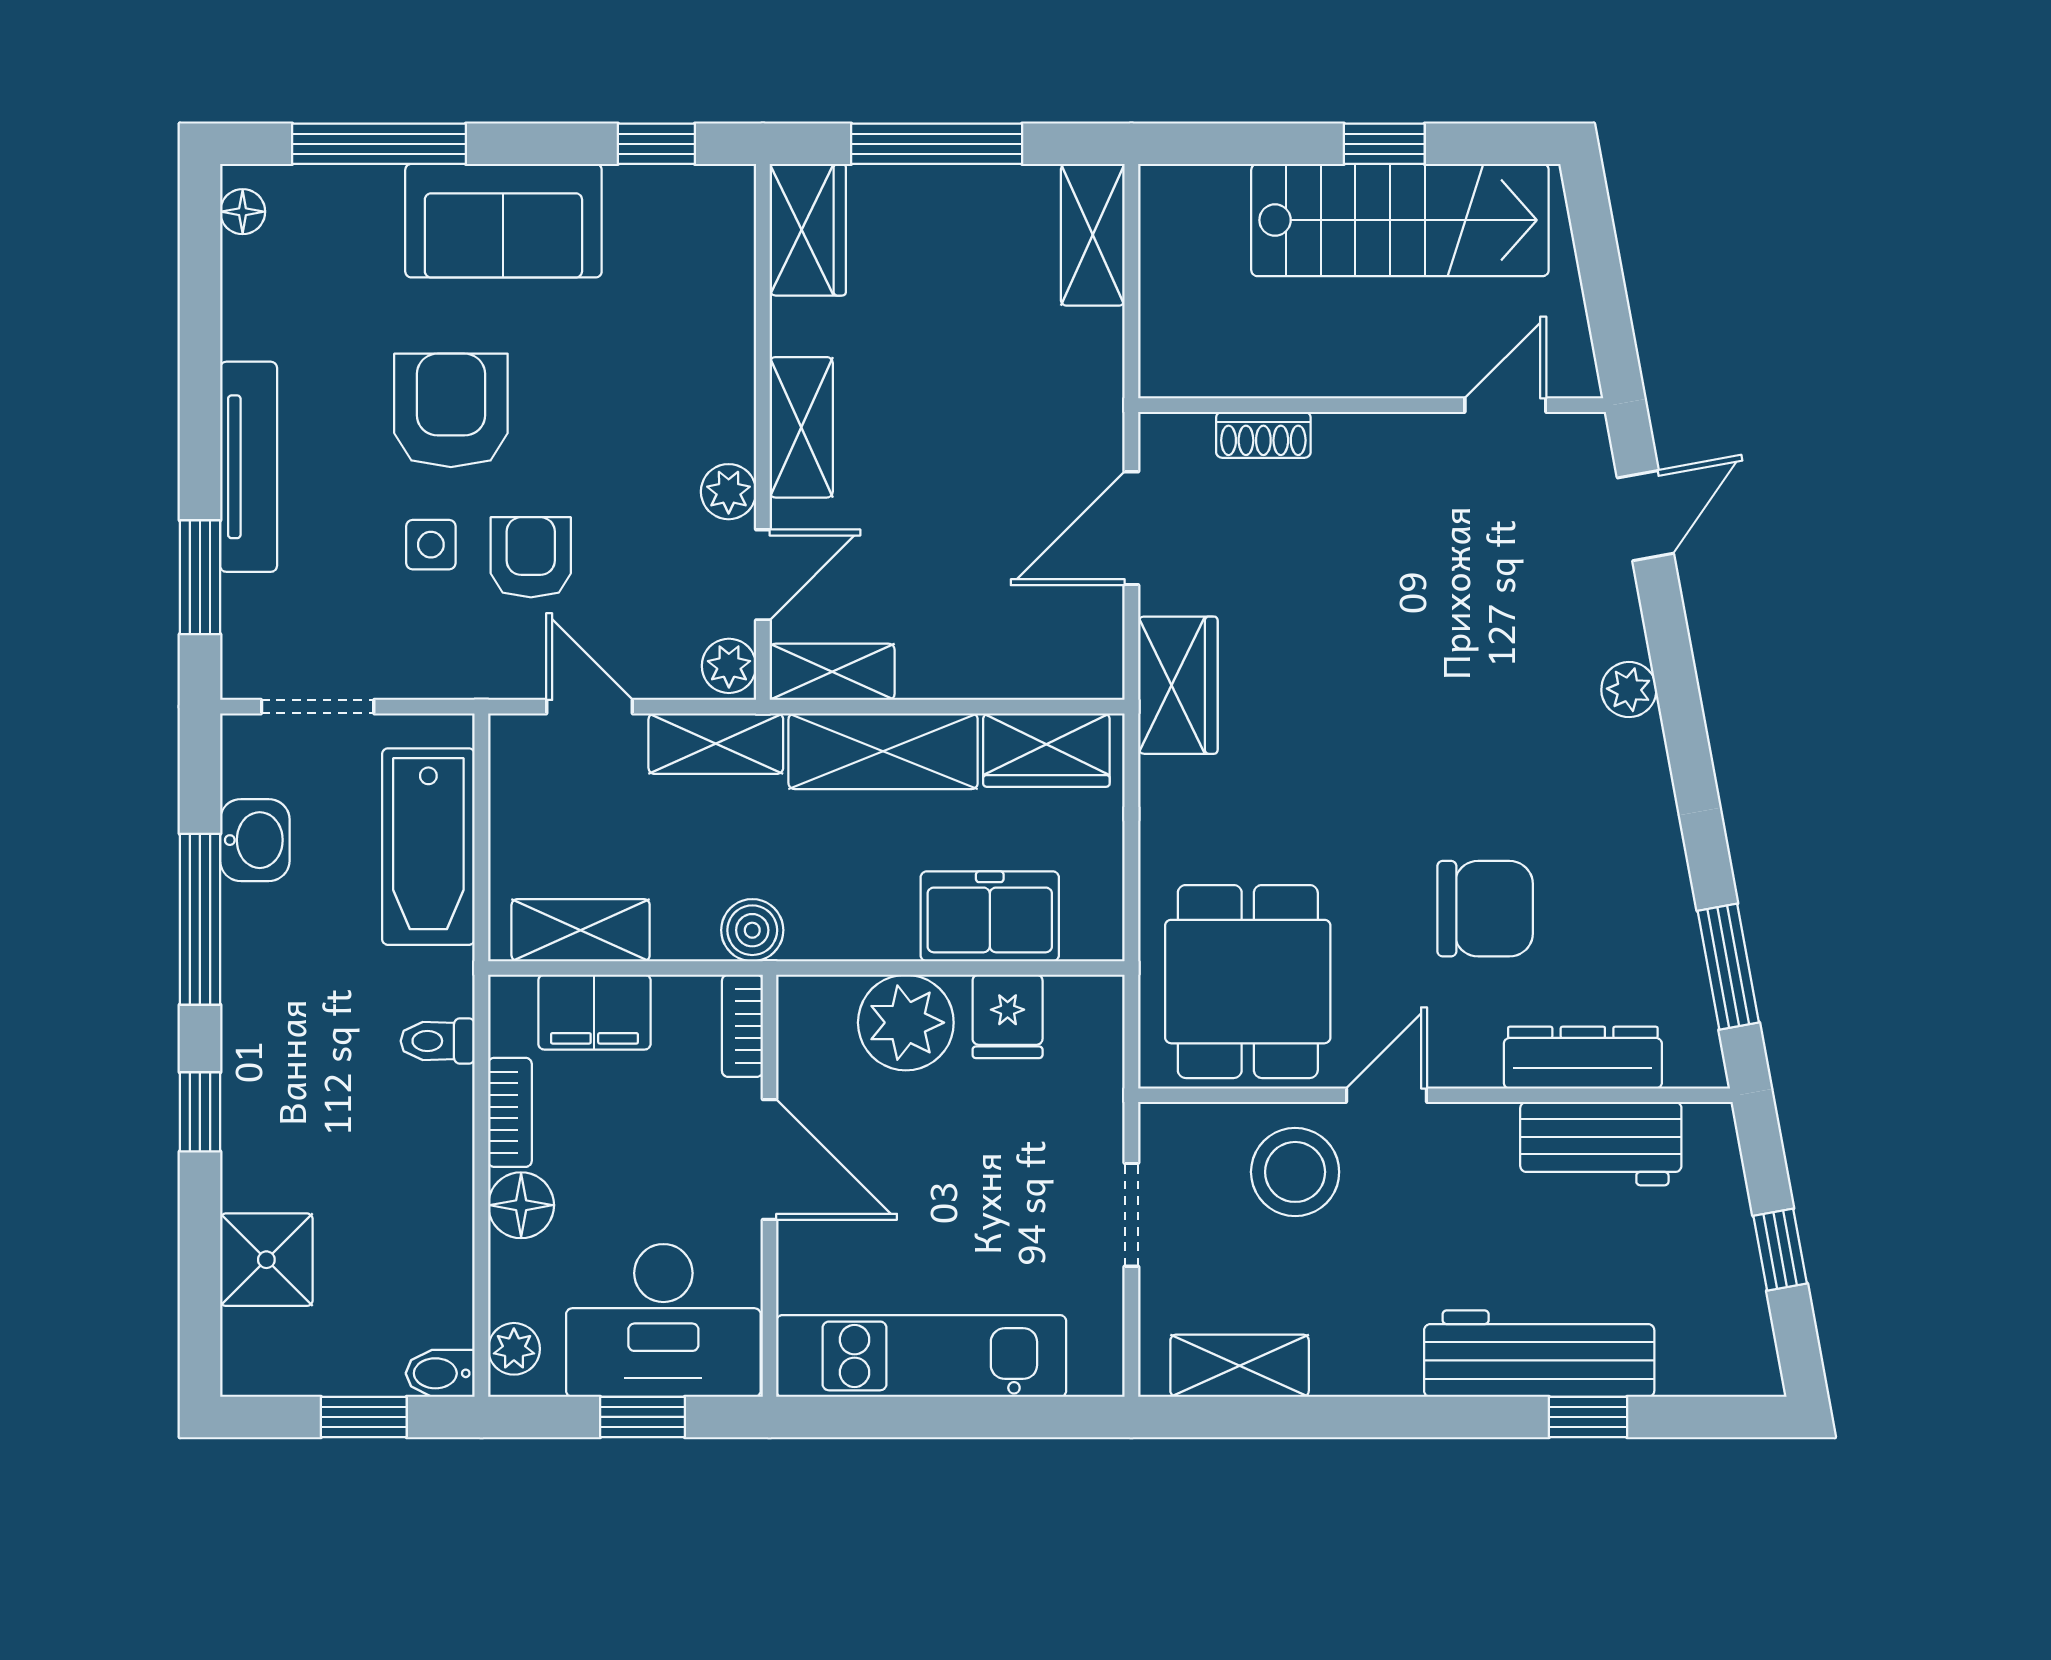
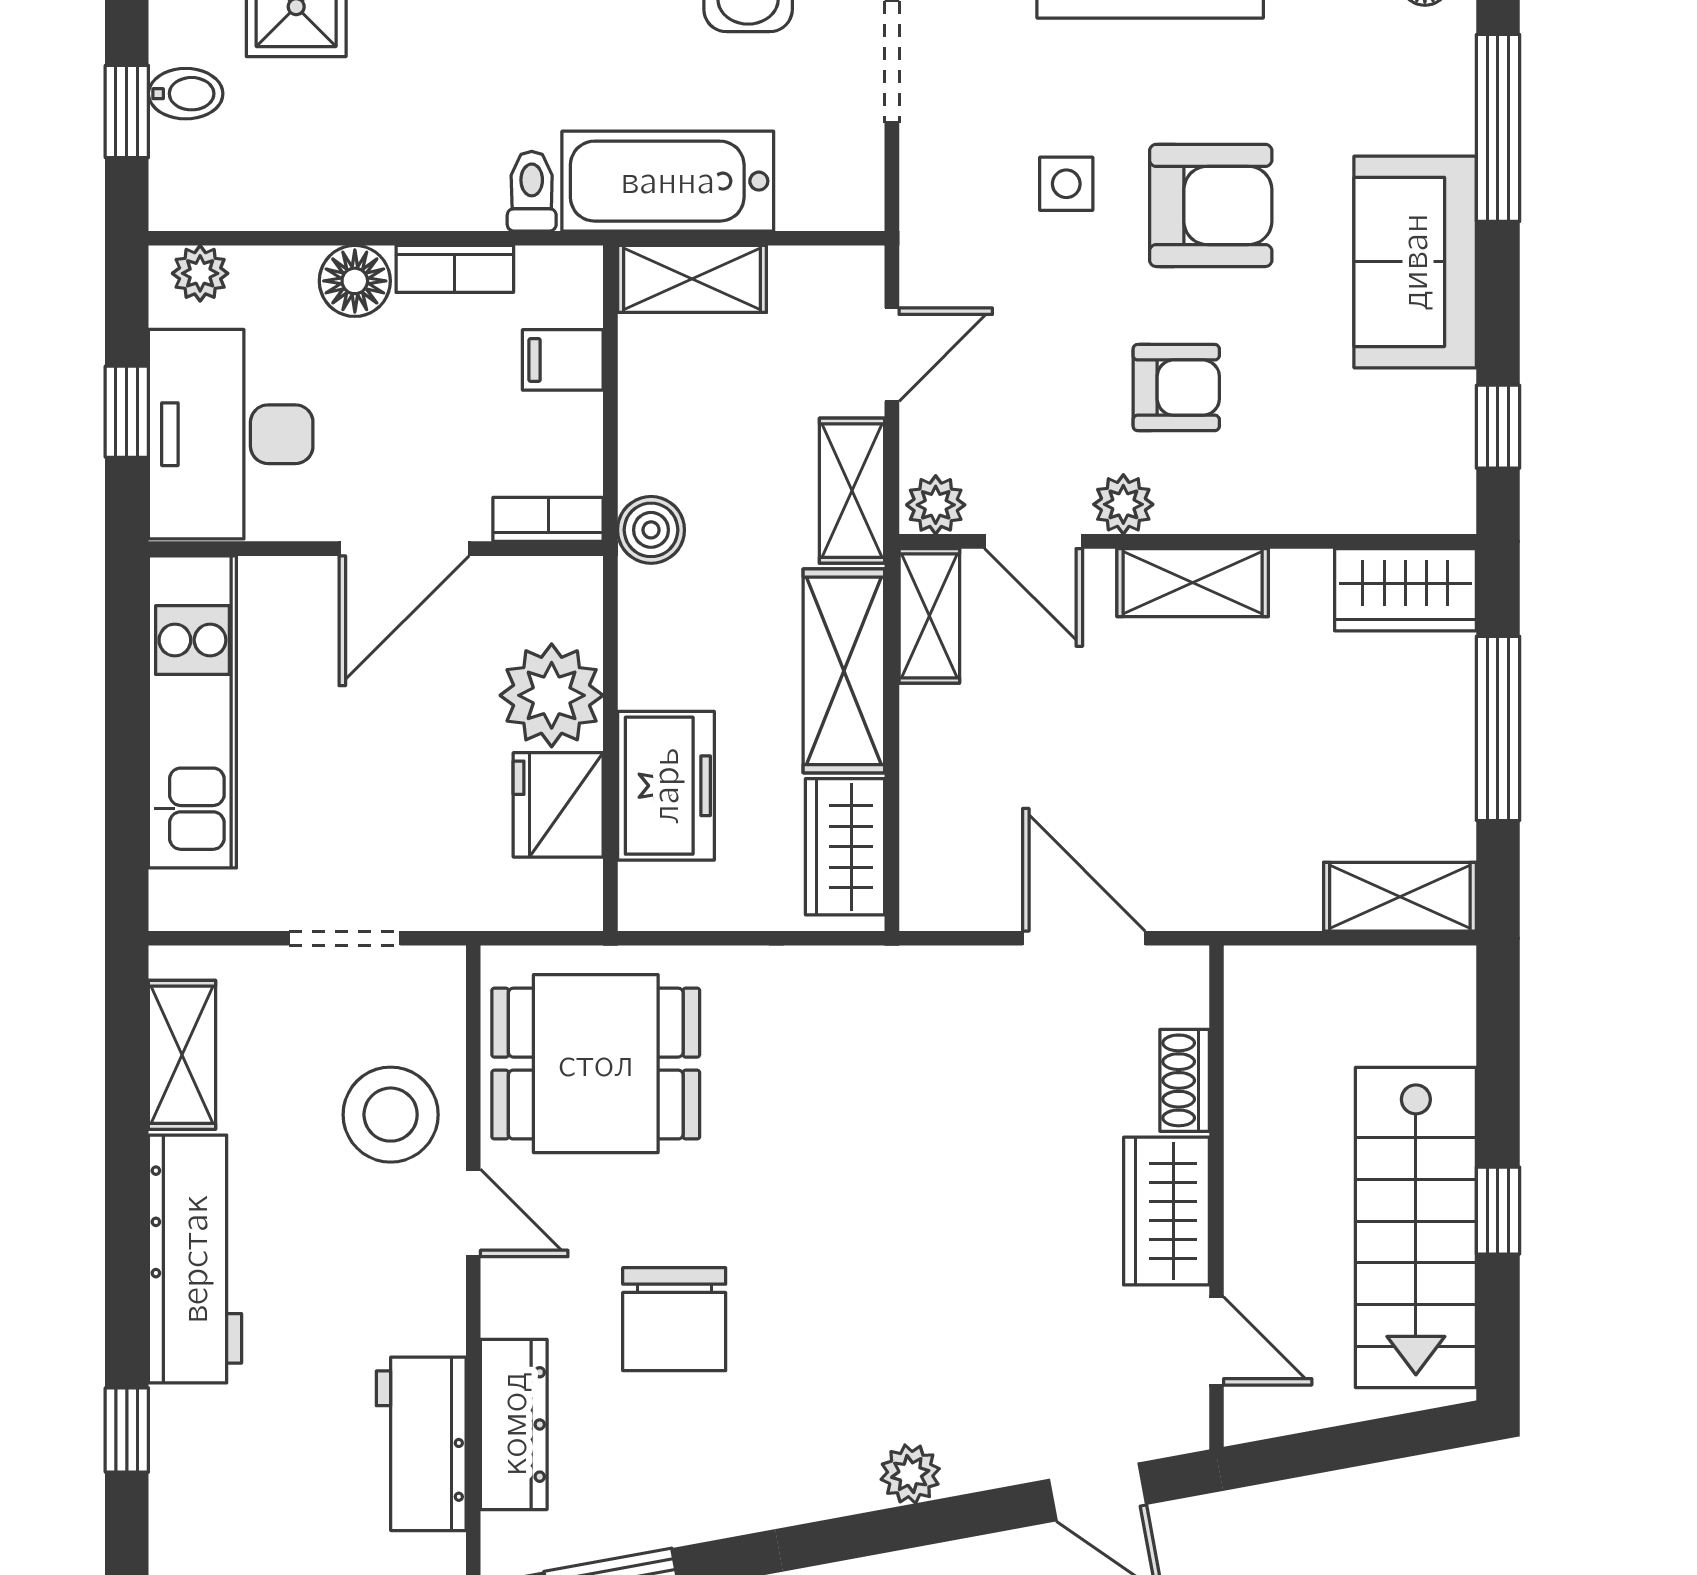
armchair: (531, 557) -> (1176, 388), moved
wardrobe: (1178, 685) -> (1166, 1211), moved, turned 90
bathtub: (428, 847) -> (668, 181), moved
shelving: (581, 930) -> (692, 279), moved, turned 90
filing cabinet: (594, 1012) -> (563, 360), width x0.50
fridge: (1008, 1016) -> (558, 805), width x1.38
workbench: (1539, 1354) -> (195, 1259), moved
bidet: (440, 1373) -> (186, 94), moved, turned 90

